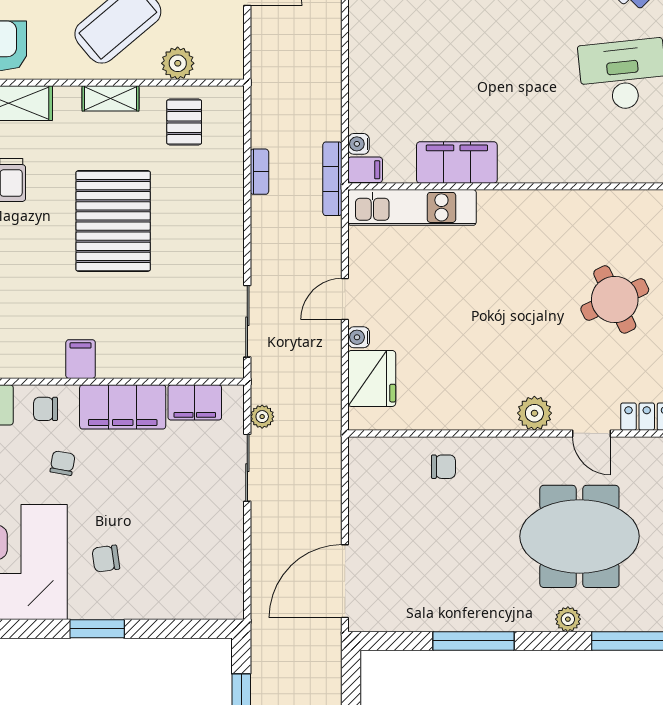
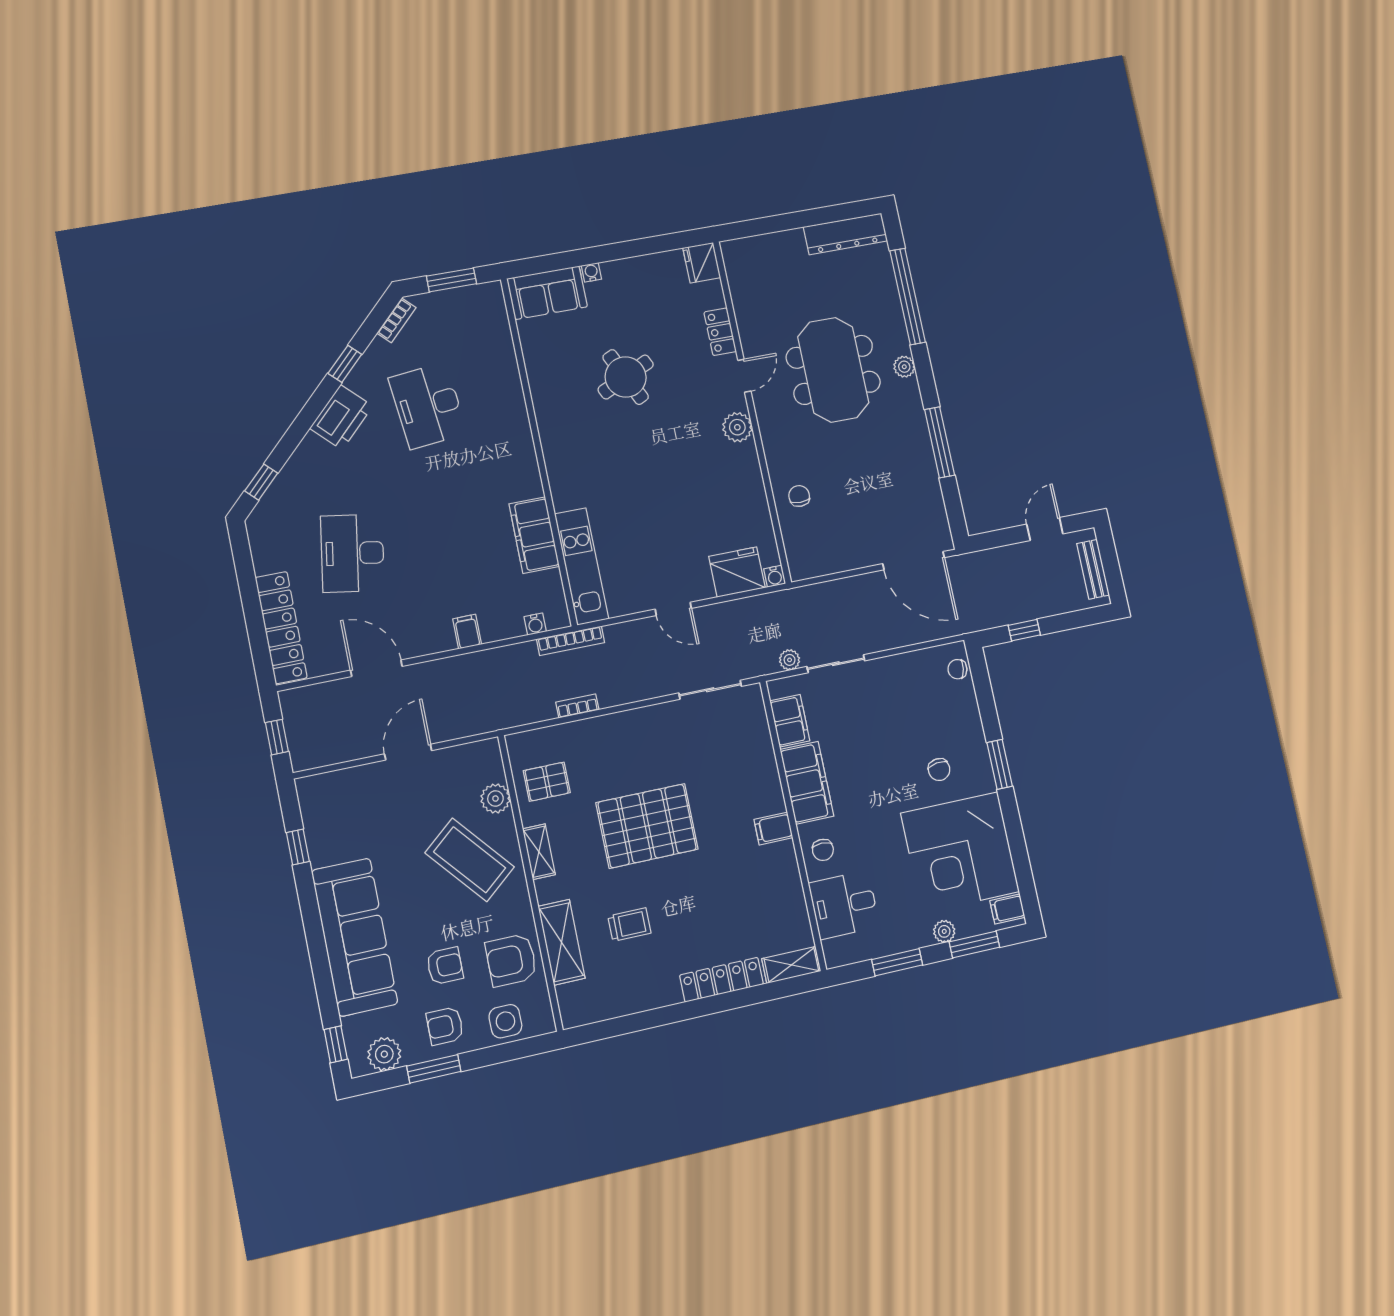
filing cabinet: (365, 170) -> (467, 632), moved
water cooler: (359, 337) -> (775, 576), moved
chair: (63, 463) -> (957, 669), moved

